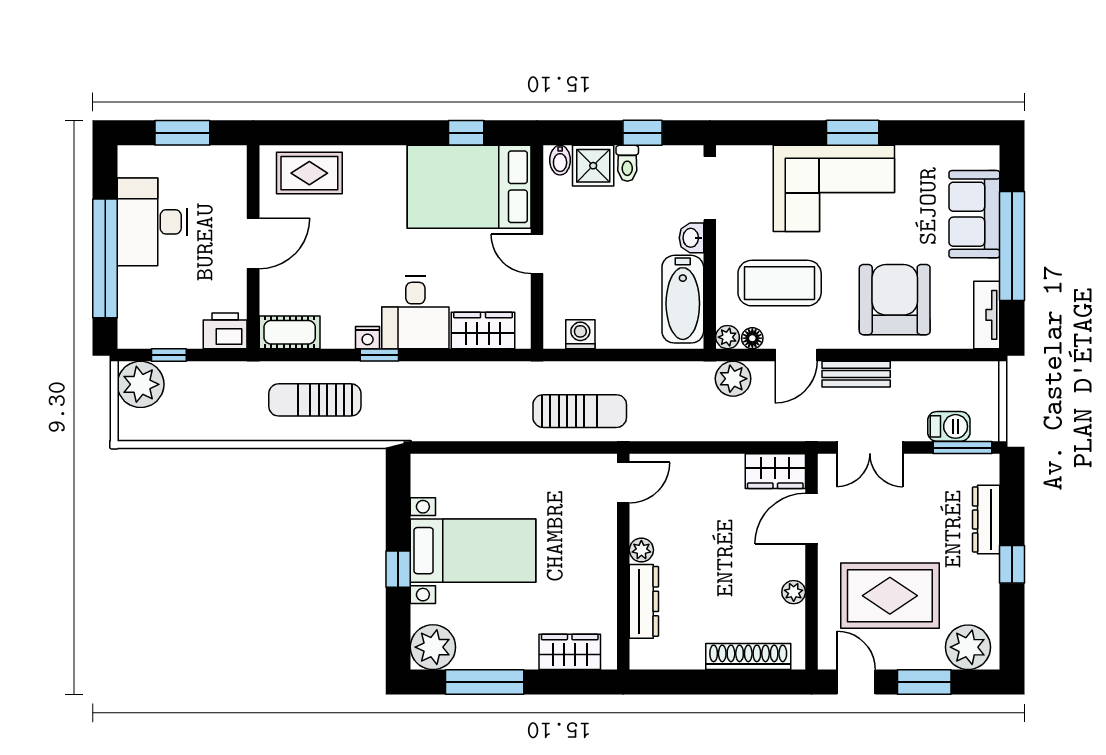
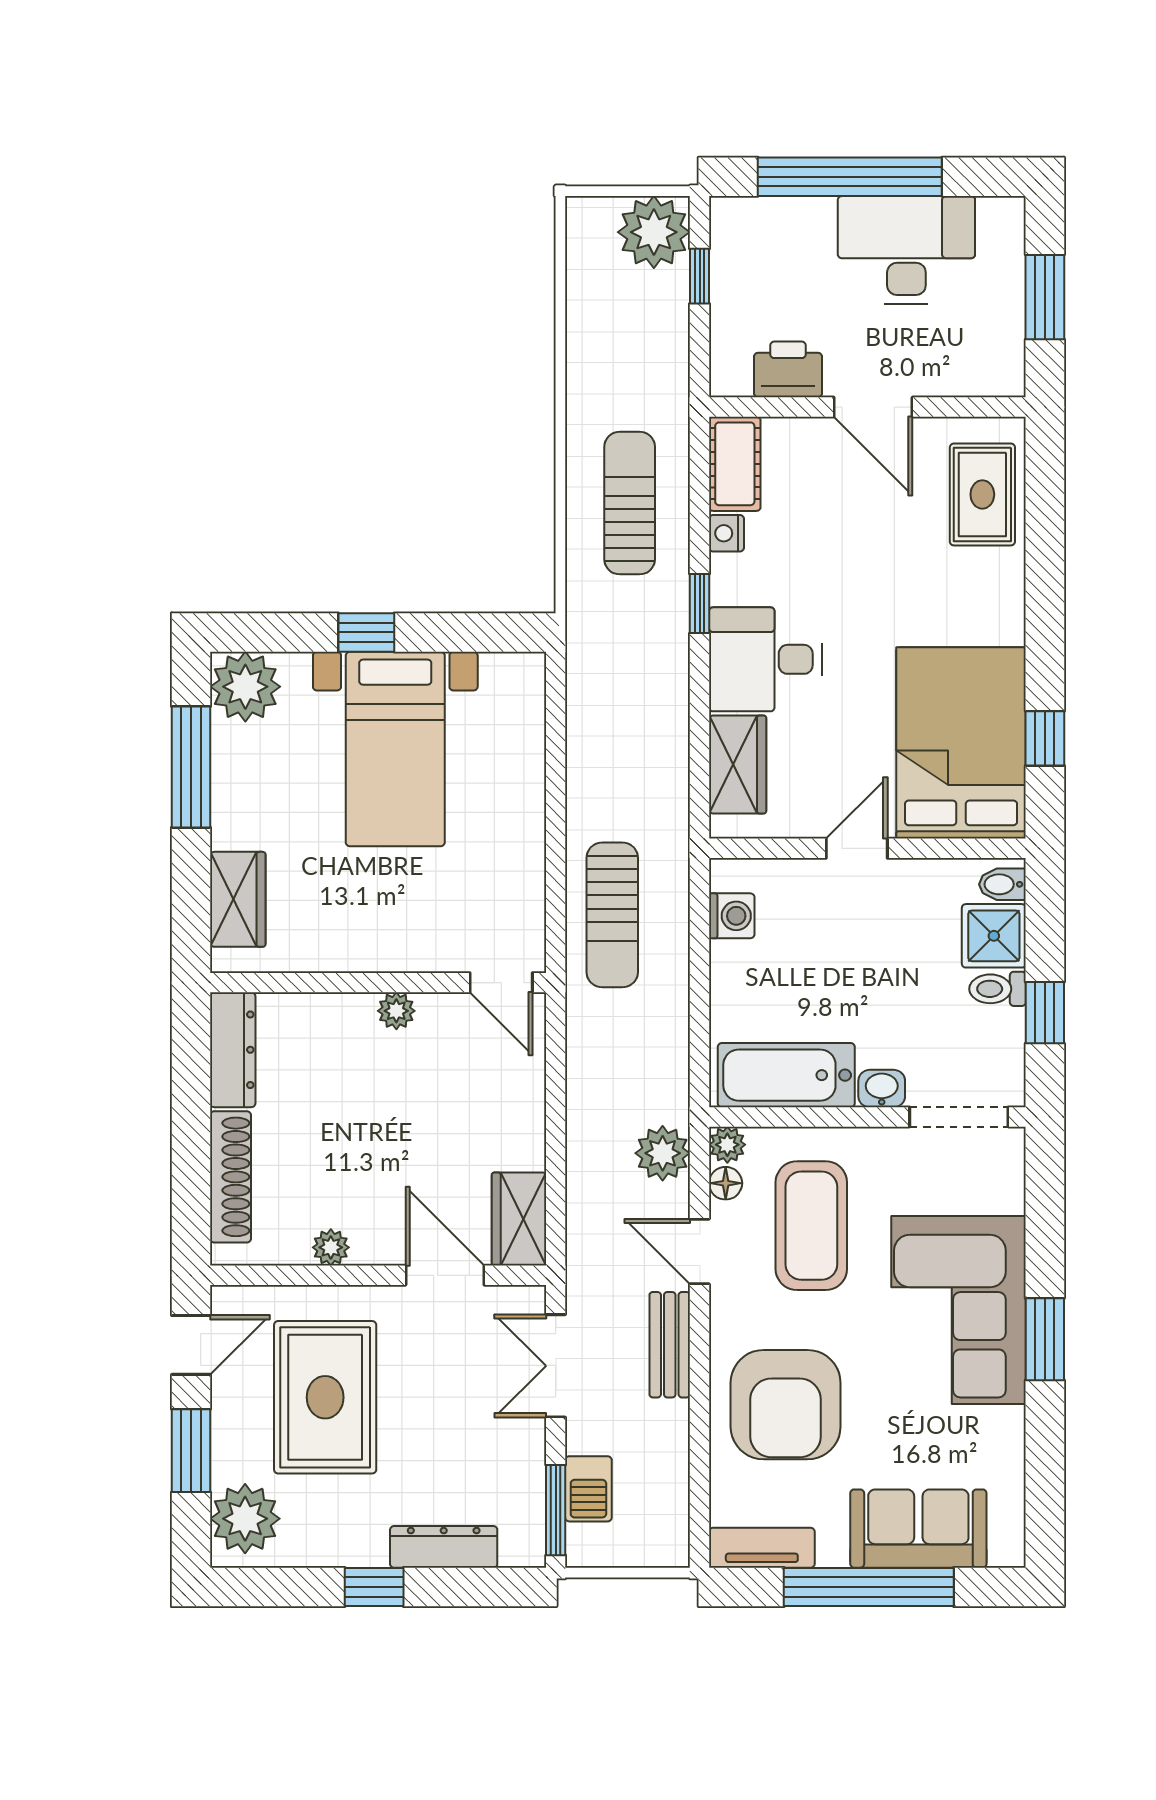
armchair: (895, 300) -> (786, 1405), turned 90
printer: (225, 331) -> (788, 369), moved, turned -90
nightstand: (368, 338) -> (726, 533), moved
dresser: (644, 601) -> (233, 1050), moved, turned -90

